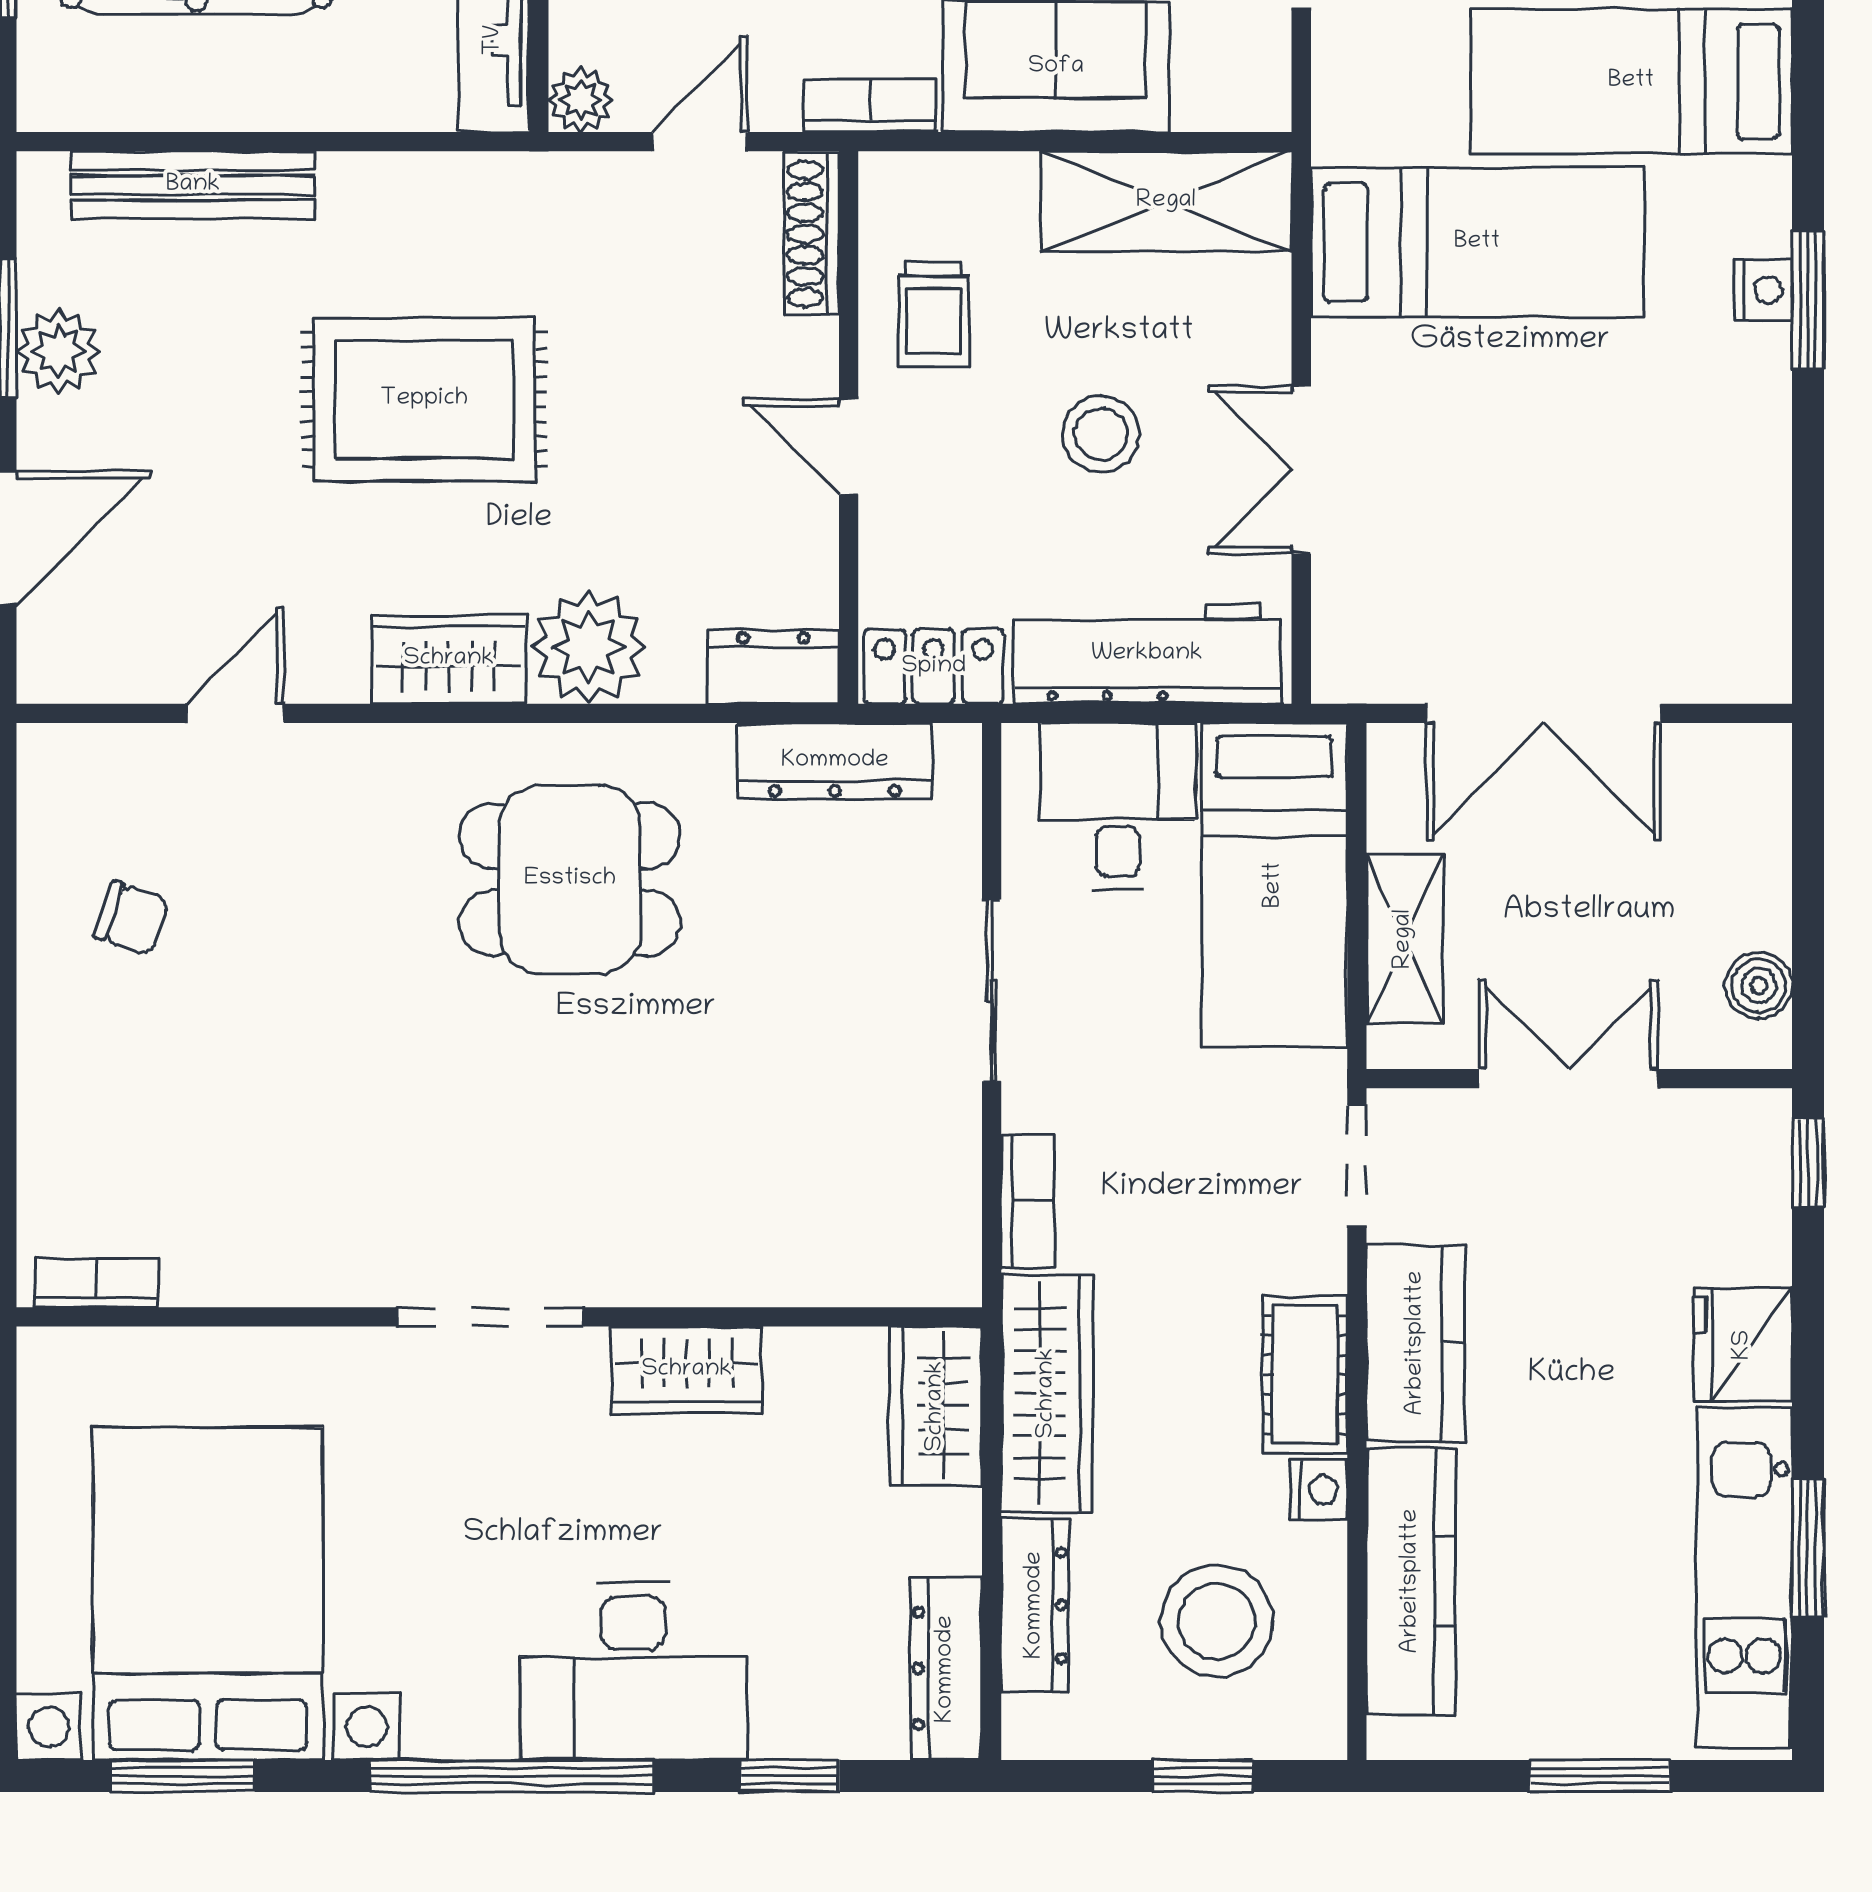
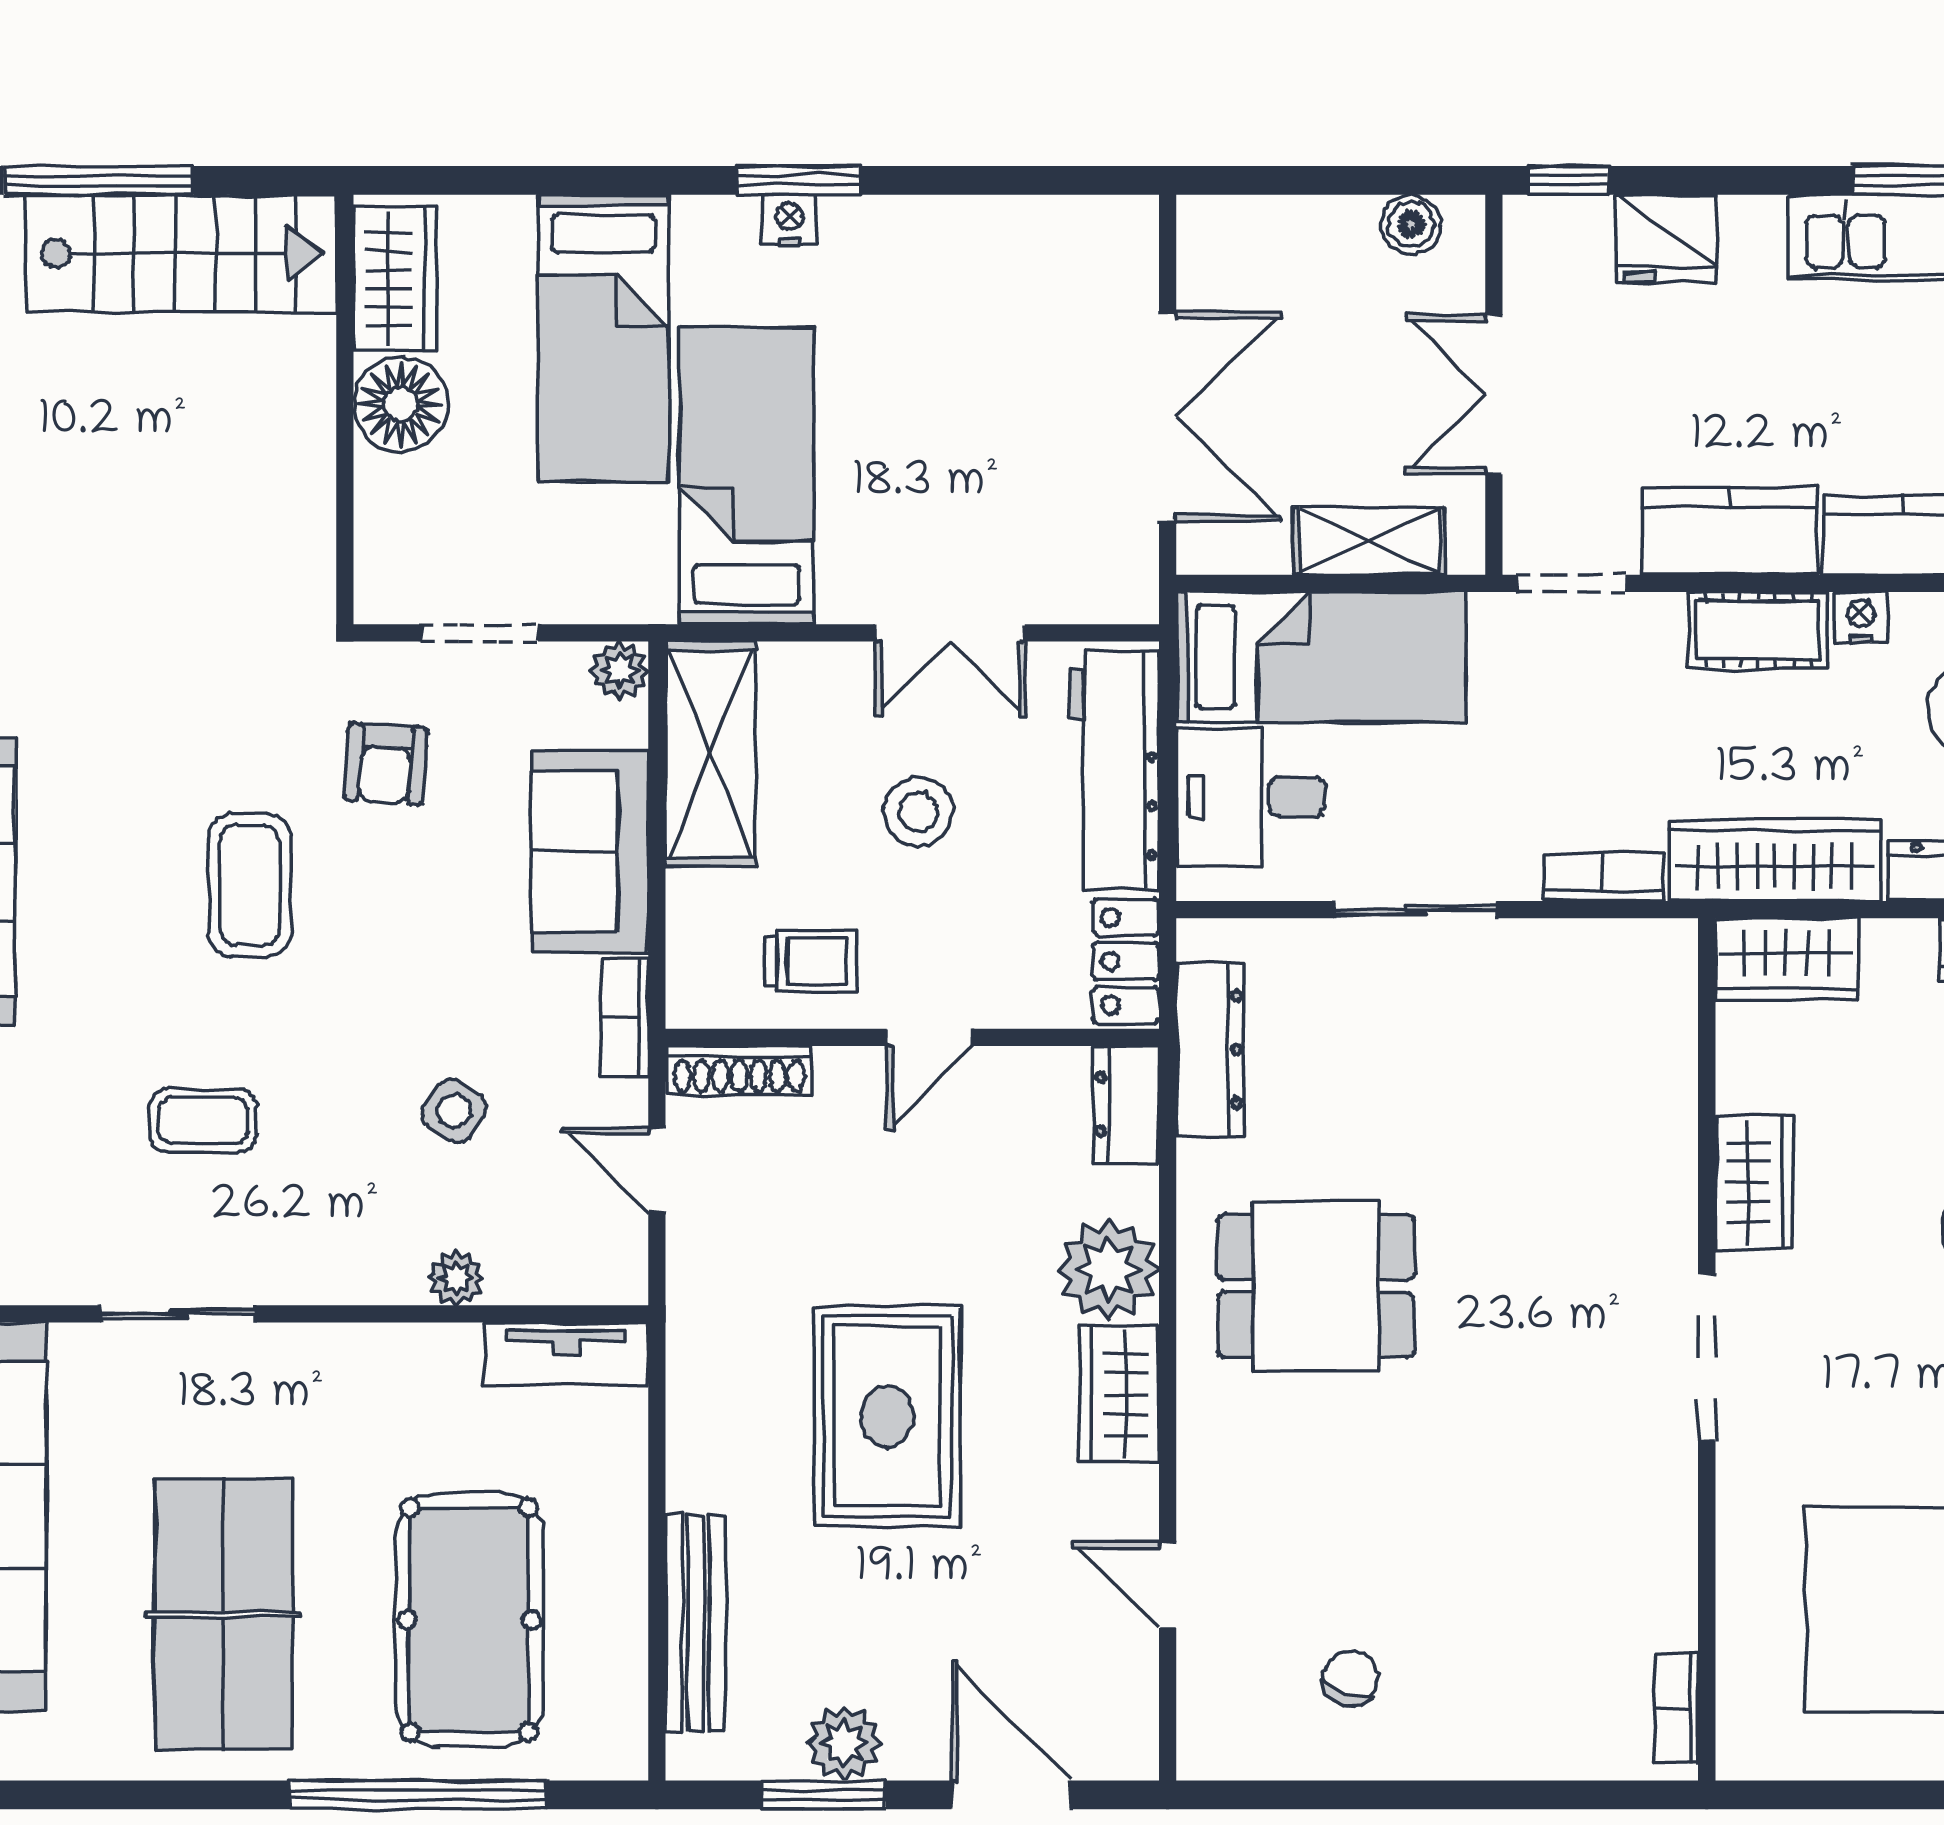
plant: (581, 100) -> (620, 670), moved
dining table: (570, 879) -> (1316, 1286), turned 90
fridge: (1743, 1345) -> (1666, 238), moved

